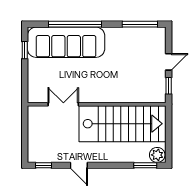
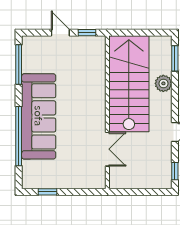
sofa: (66, 42) -> (39, 116), moved
double door: (63, 104) -> (107, 149), swing flipped
plant: (157, 155) -> (163, 83), moved

